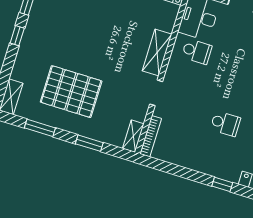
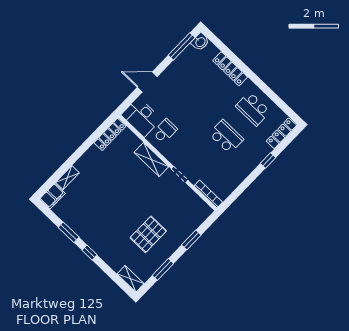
pallet: (71, 92) -> (148, 234), width x0.73, depth x0.71
school desk: (225, 124) -> (226, 137), width x1.85
shelving: (133, 136) -> (202, 206), removed

